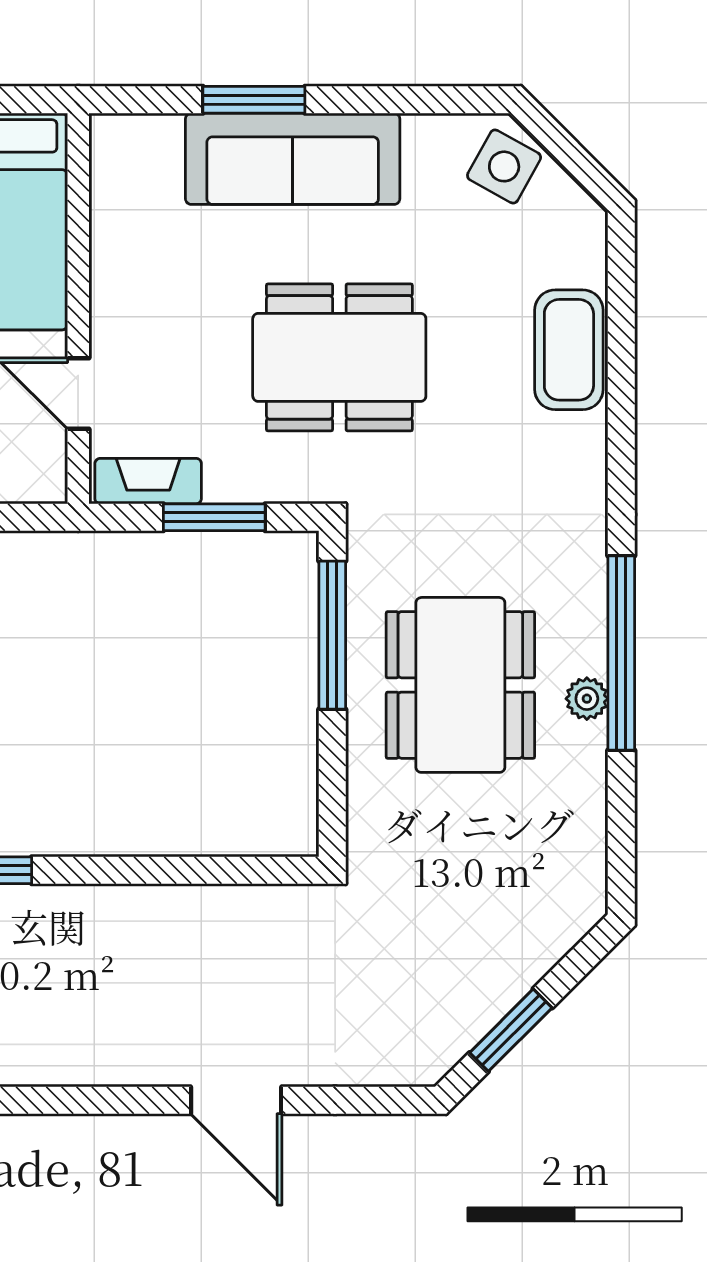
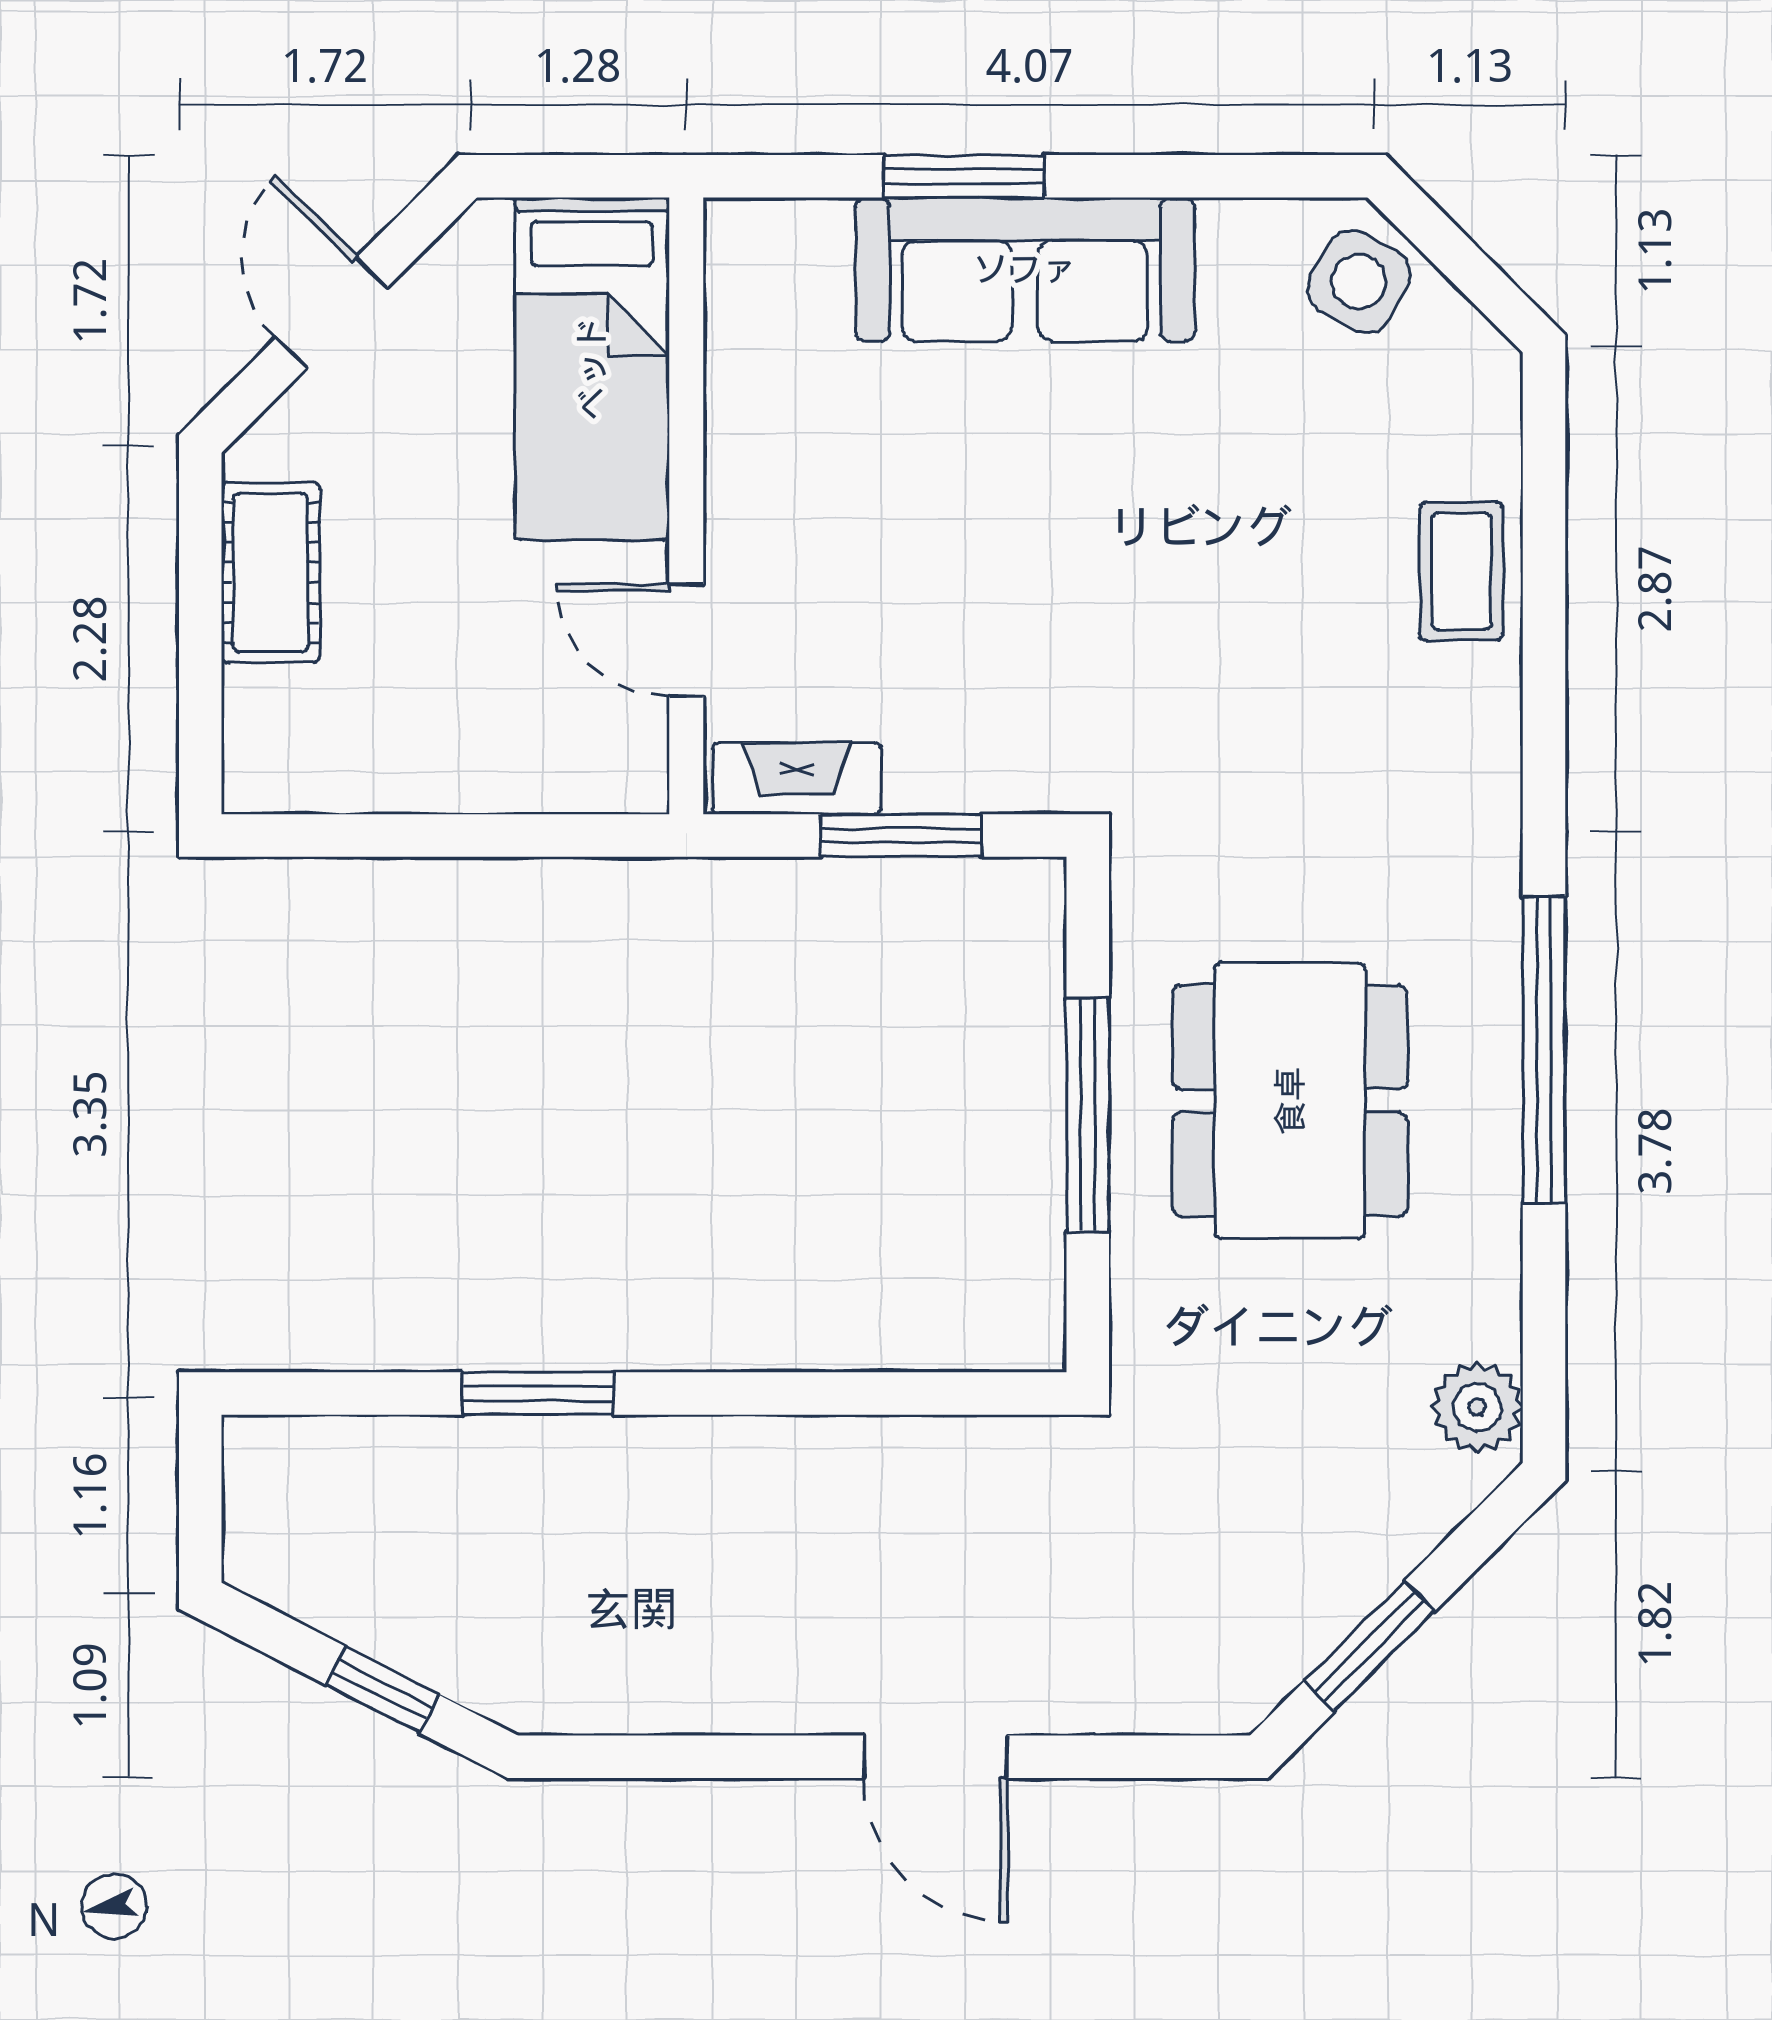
coffee table: (569, 350) -> (1461, 571), width x0.73, depth x0.77
dining table: (339, 357) -> (1099, 583), removed
window: (332, 635) -> (1088, 1115), moved
plant: (587, 699) -> (1477, 1407), moved, width x1.38, depth x1.38

